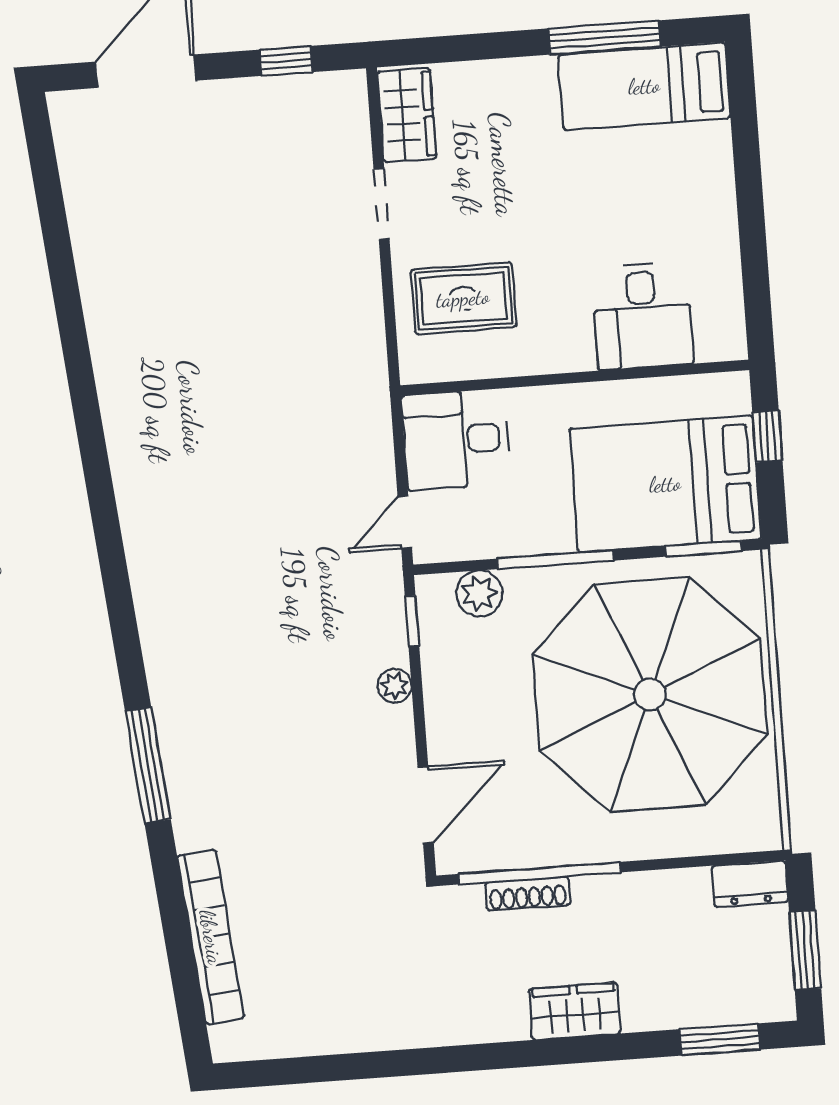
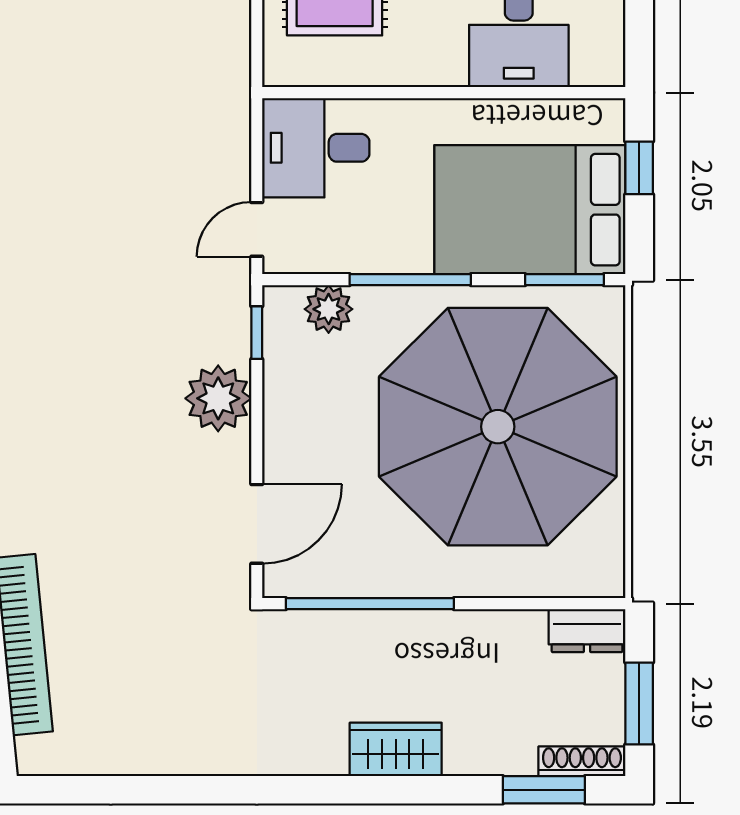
plant: (395, 686) -> (218, 398), width x1.88, depth x1.88
shoe rack: (528, 894) -> (582, 761), moved, turned 180

